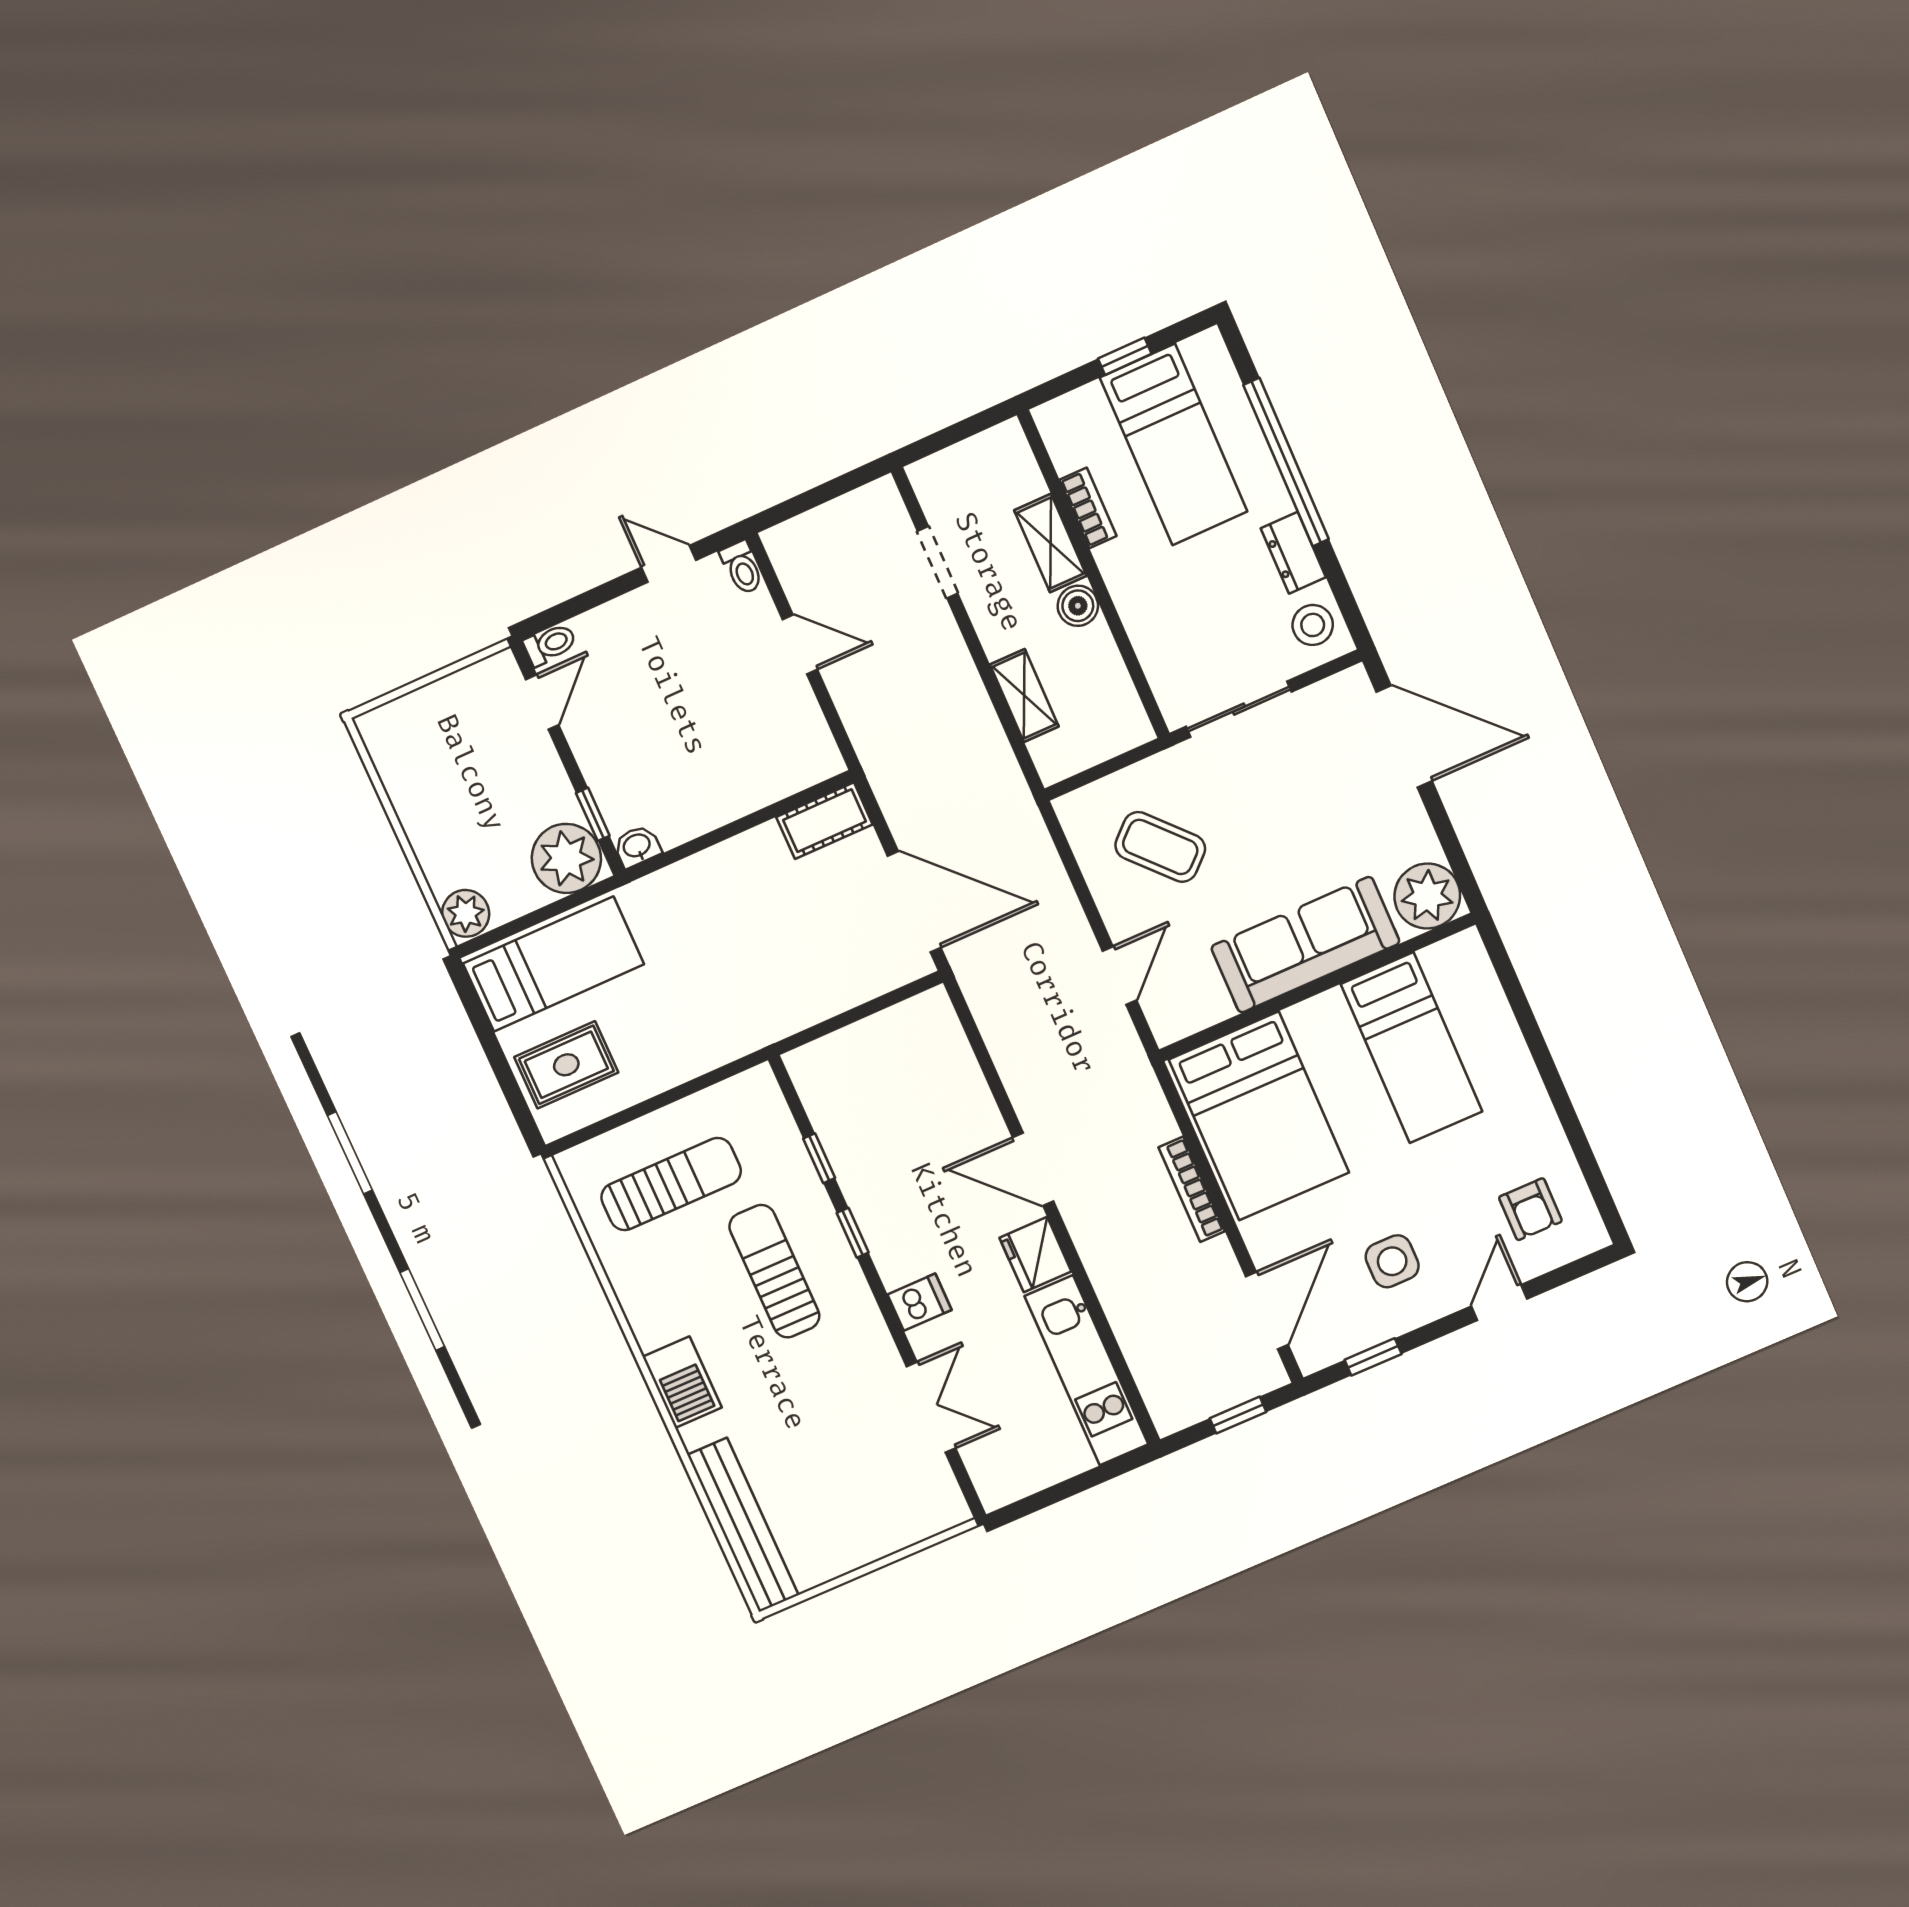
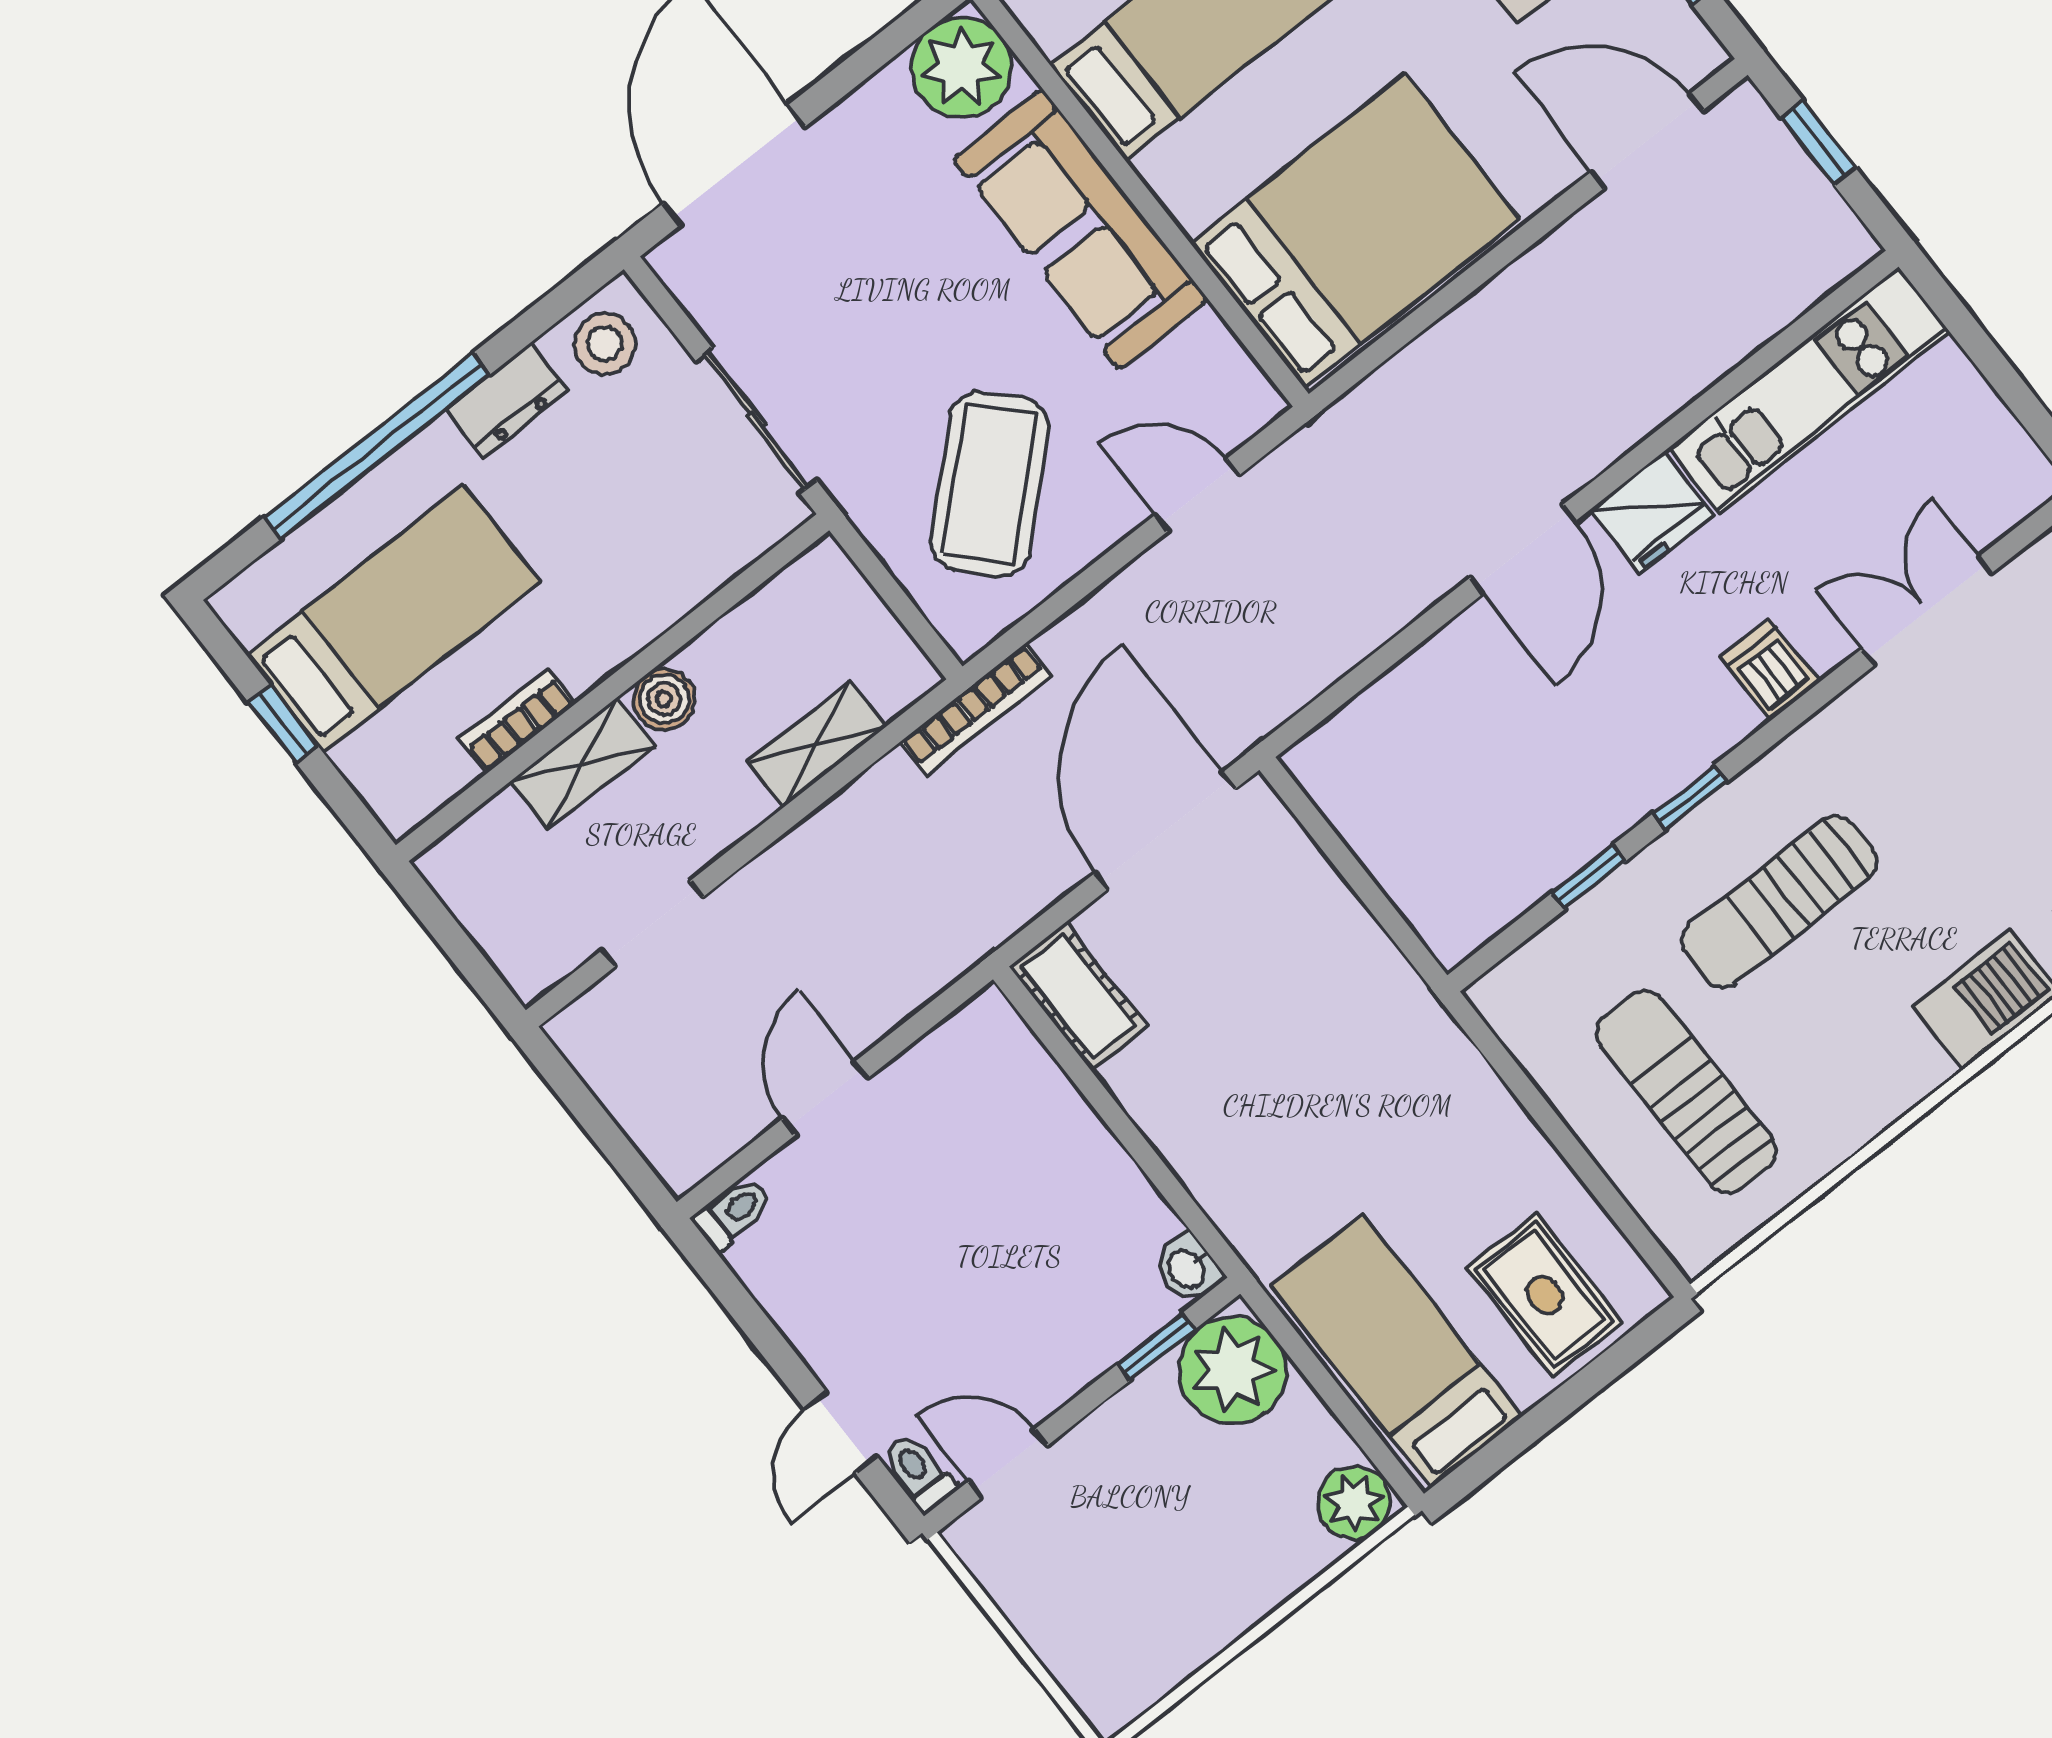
door: (669, 564) -> (841, 1432), moved
coffee table: (1160, 847) -> (990, 484), width x1.36, depth x1.32
bookcase: (1192, 1189) -> (976, 709), moved

